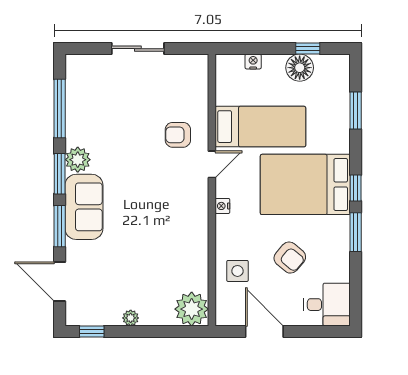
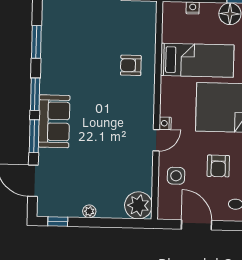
window: (60, 109) -> (36, 42), width x0.69
plant: (78, 160) -> (50, 83), removed
door: (212, 164) -> (156, 140), moved
armchair: (290, 258) -> (218, 166), turned 50

